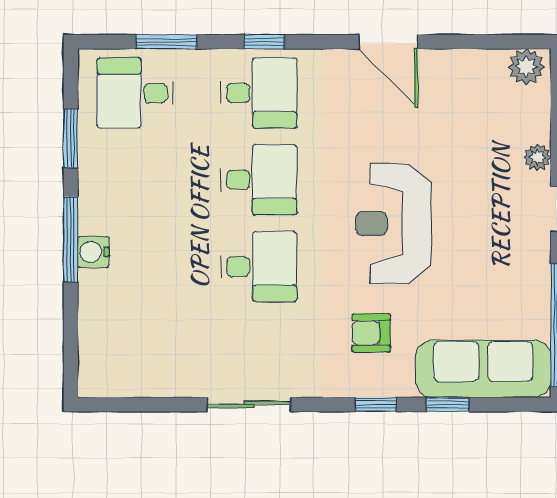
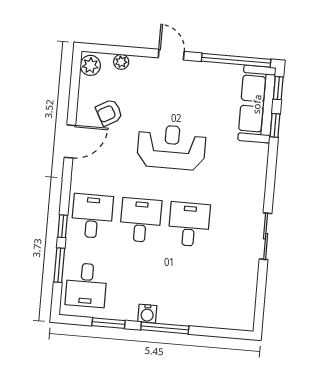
window: (264, 42) -> (63, 226), moved
plant: (537, 157) -> (121, 62), moved
reception desk: (393, 223) -> (171, 147), turned 180
water cooler: (93, 252) -> (147, 314), moved
armchair: (371, 333) -> (109, 113), moved, turned 61
window: (376, 405) -> (278, 88), moved

